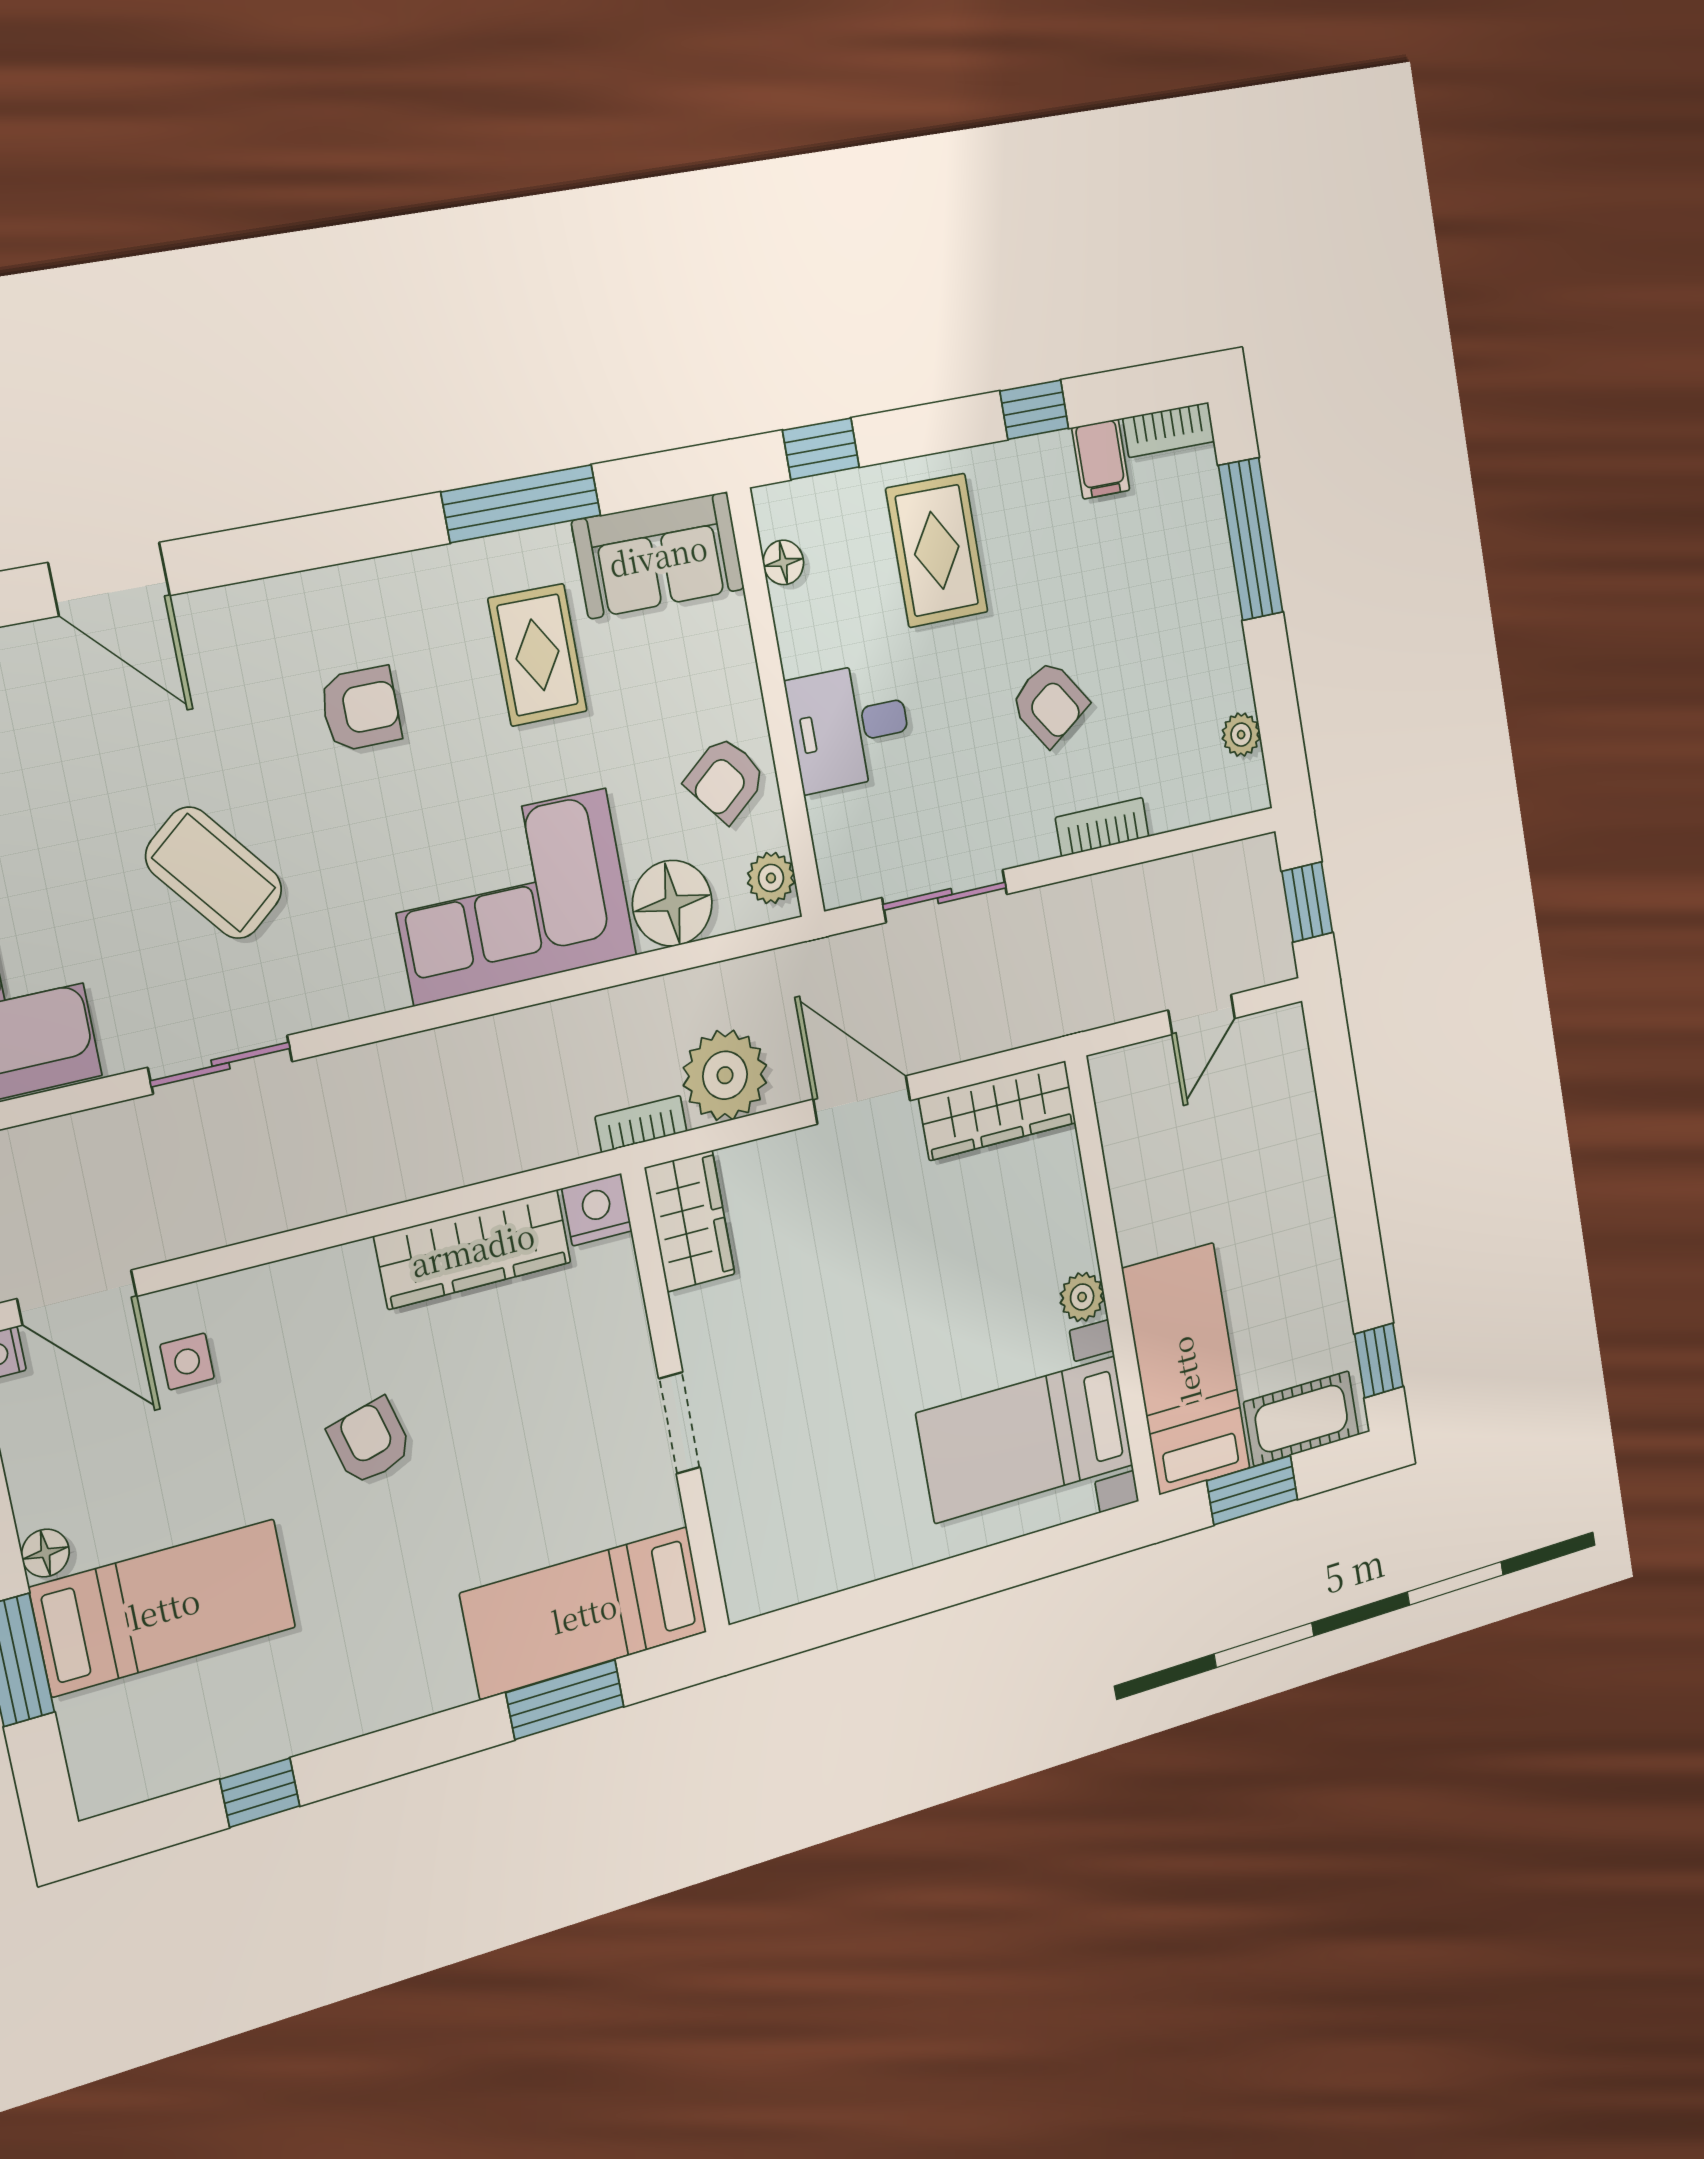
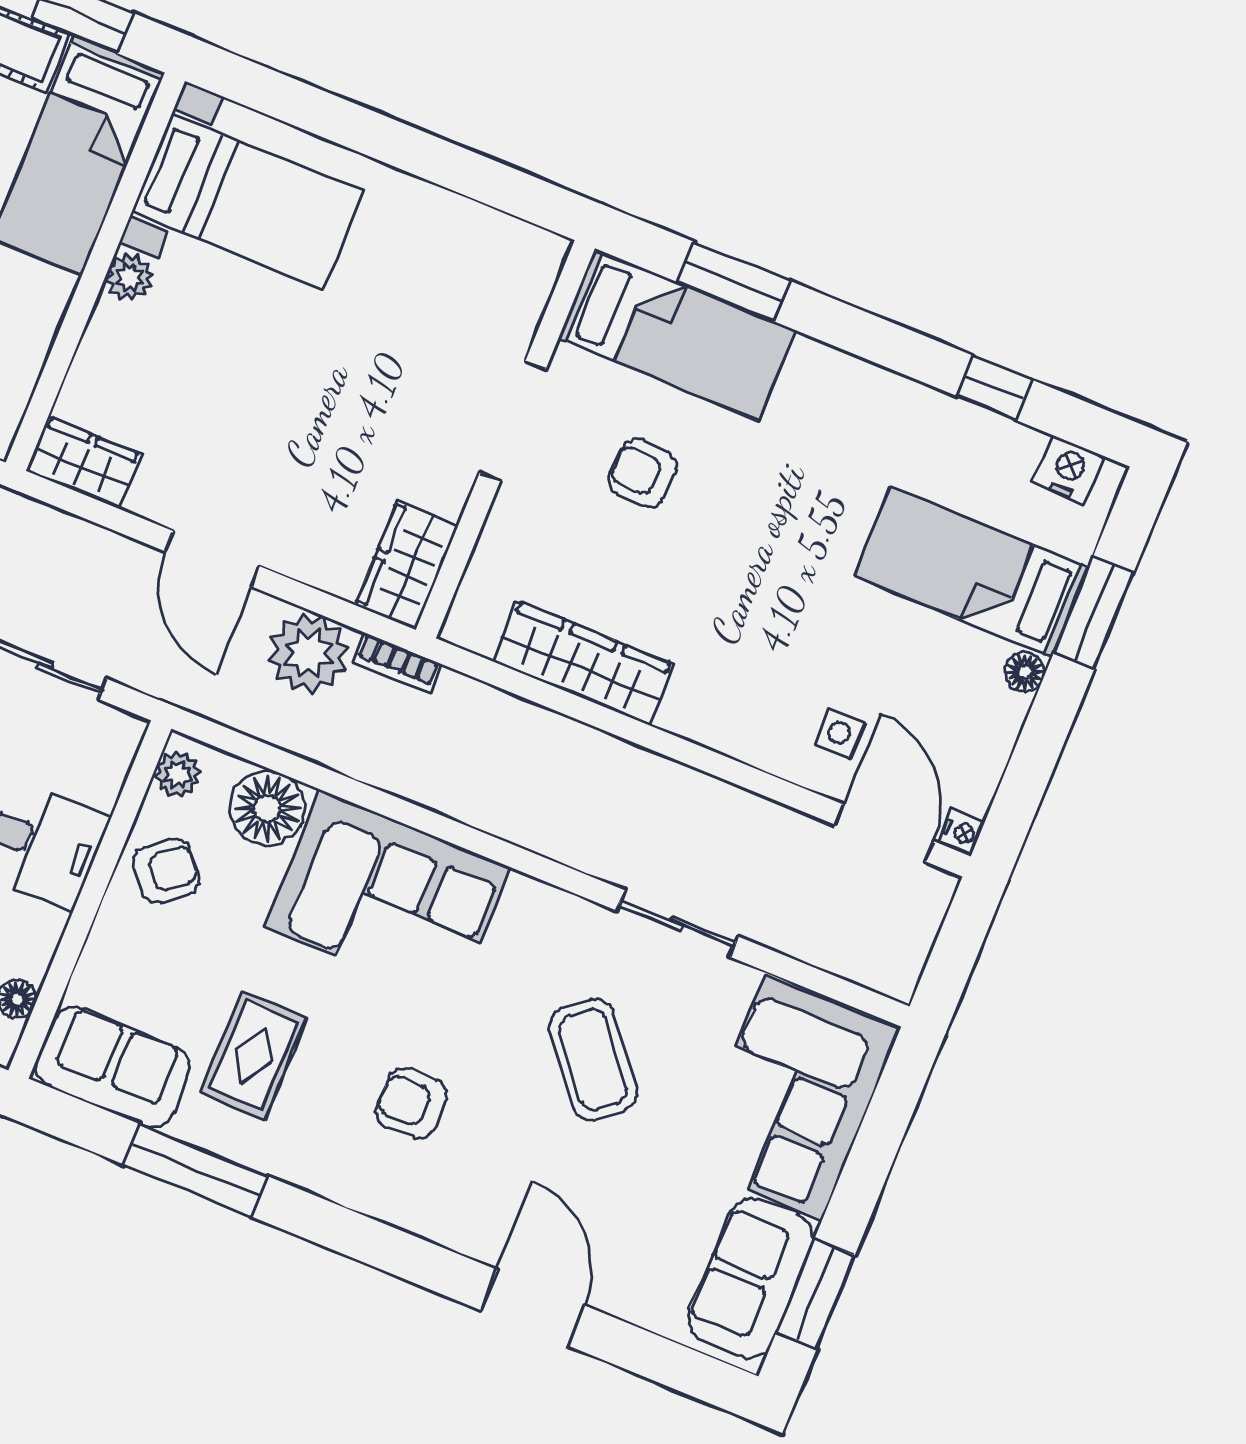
wardrobe: (998, 1110) -> (83, 463), width x0.67
nightstand: (597, 1210) -> (1069, 470), moved, turned 180
doorway: (679, 1423) -> (513, 421), width x1.38
armchair: (370, 1441) -> (643, 473), moved, turned 109

